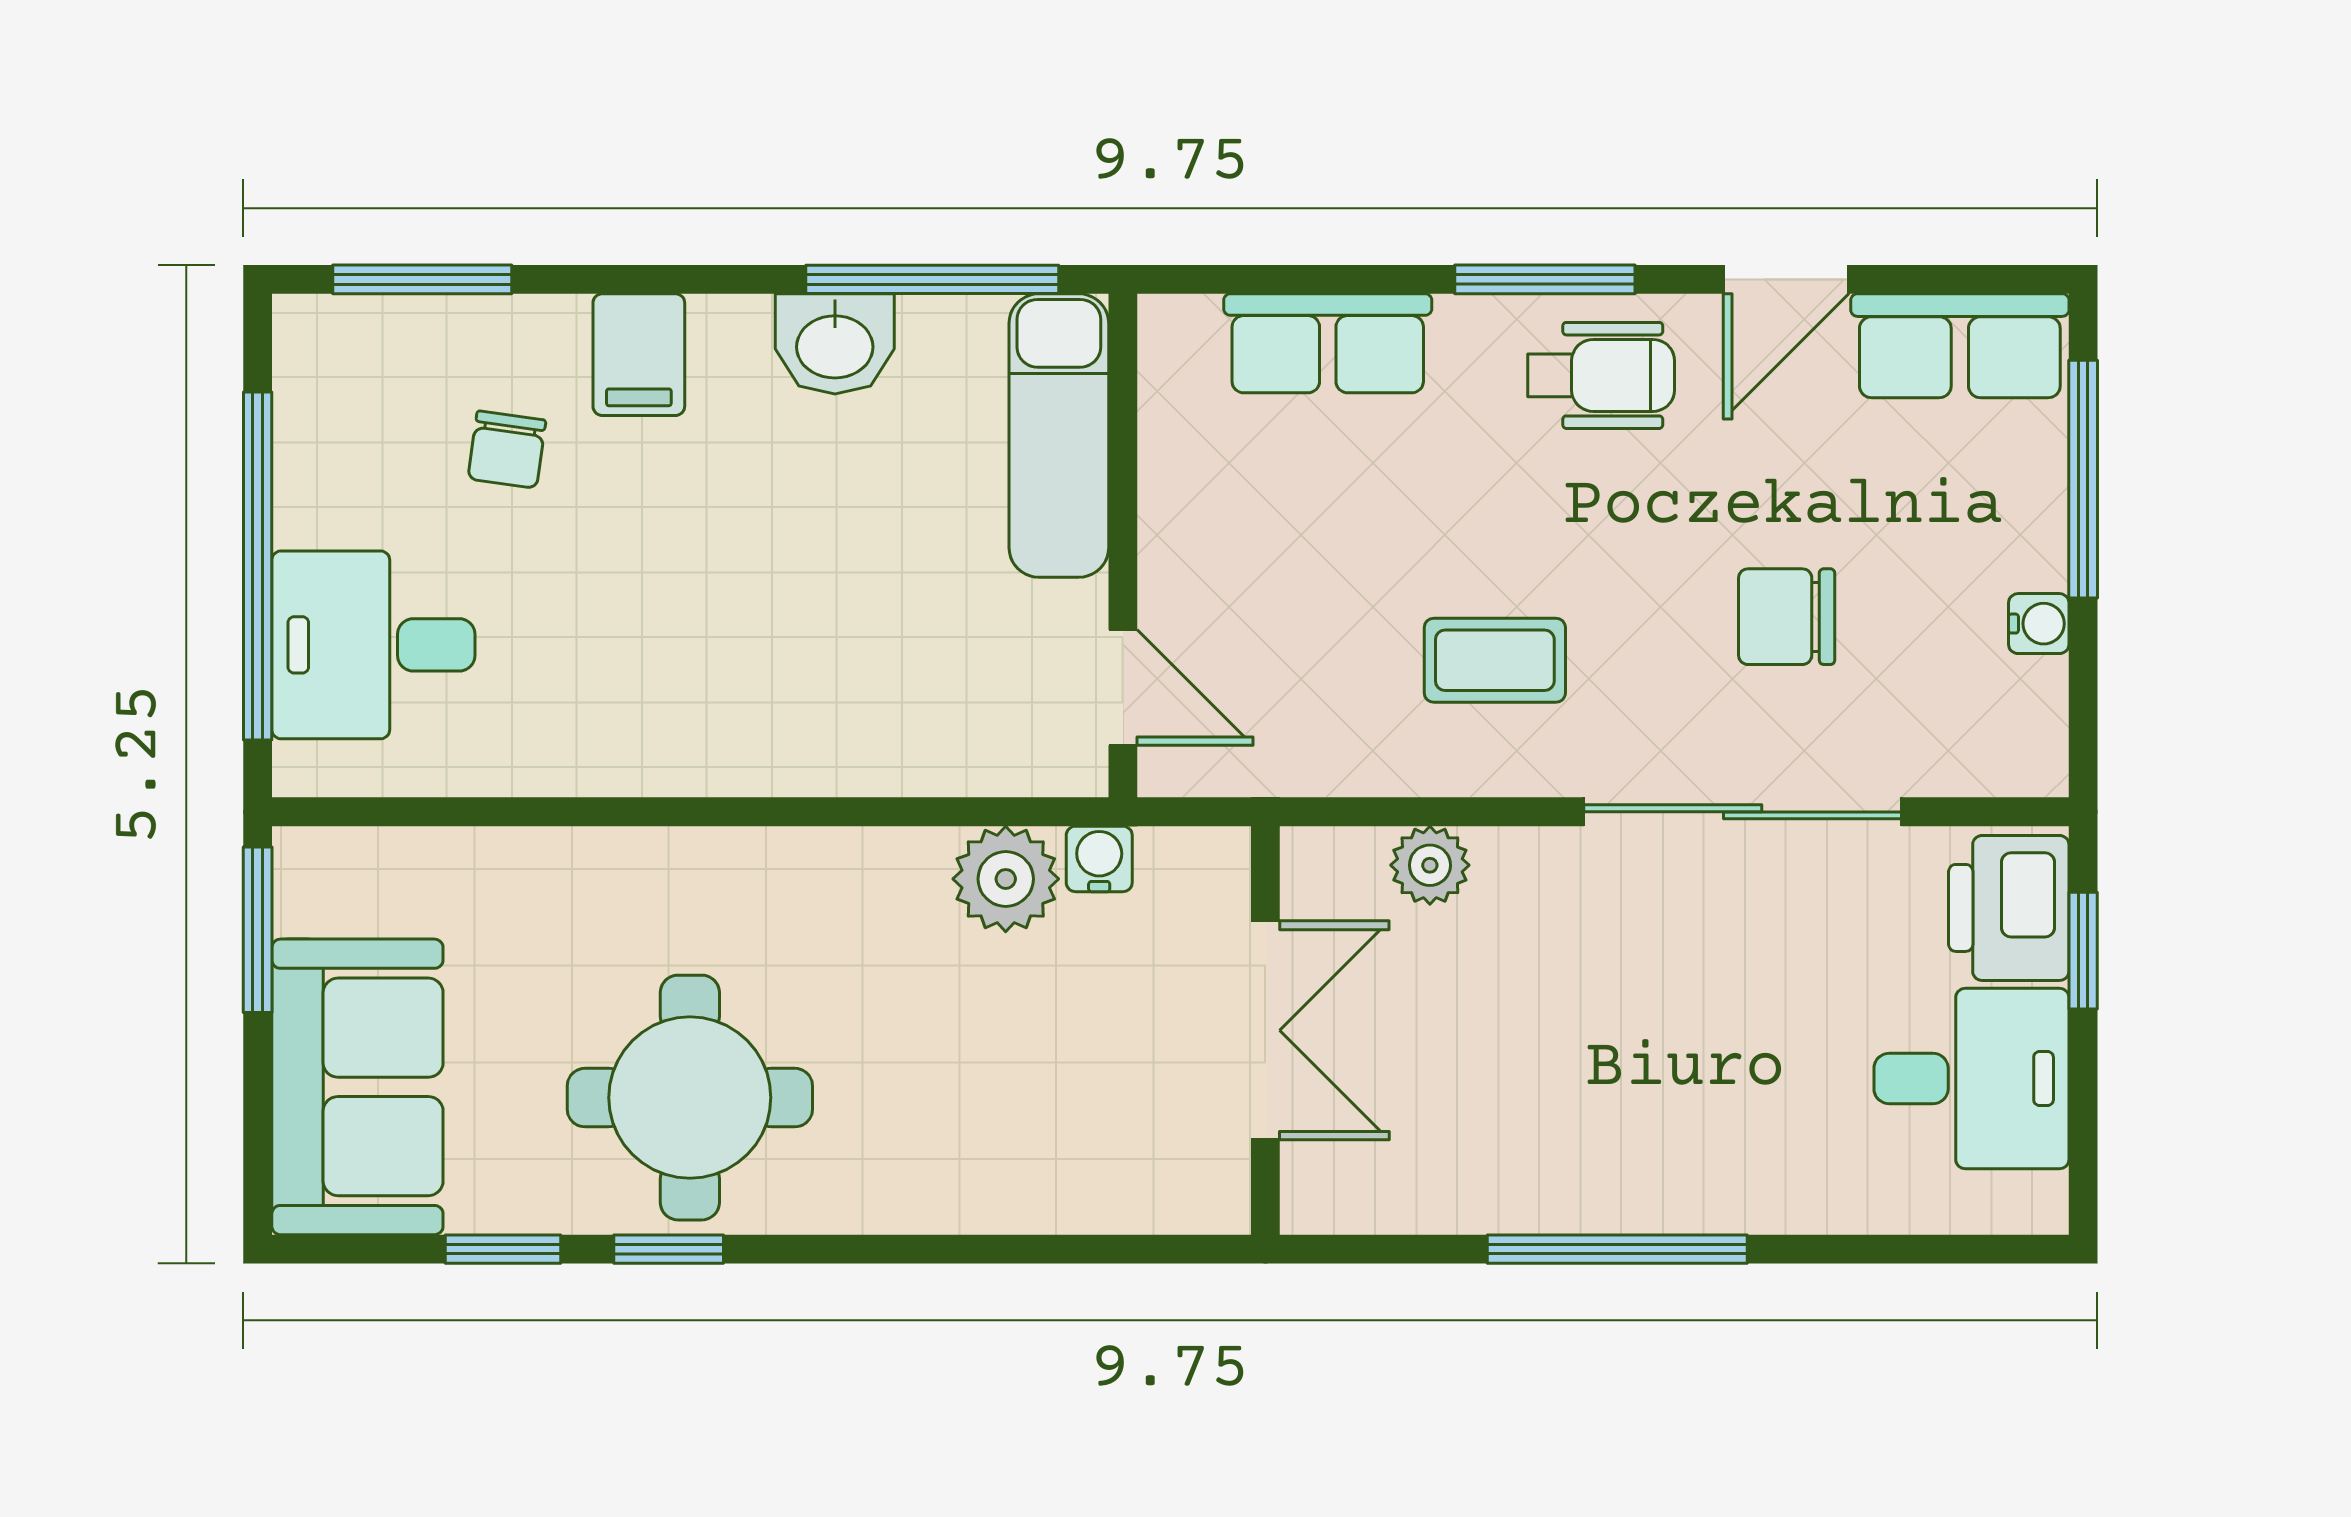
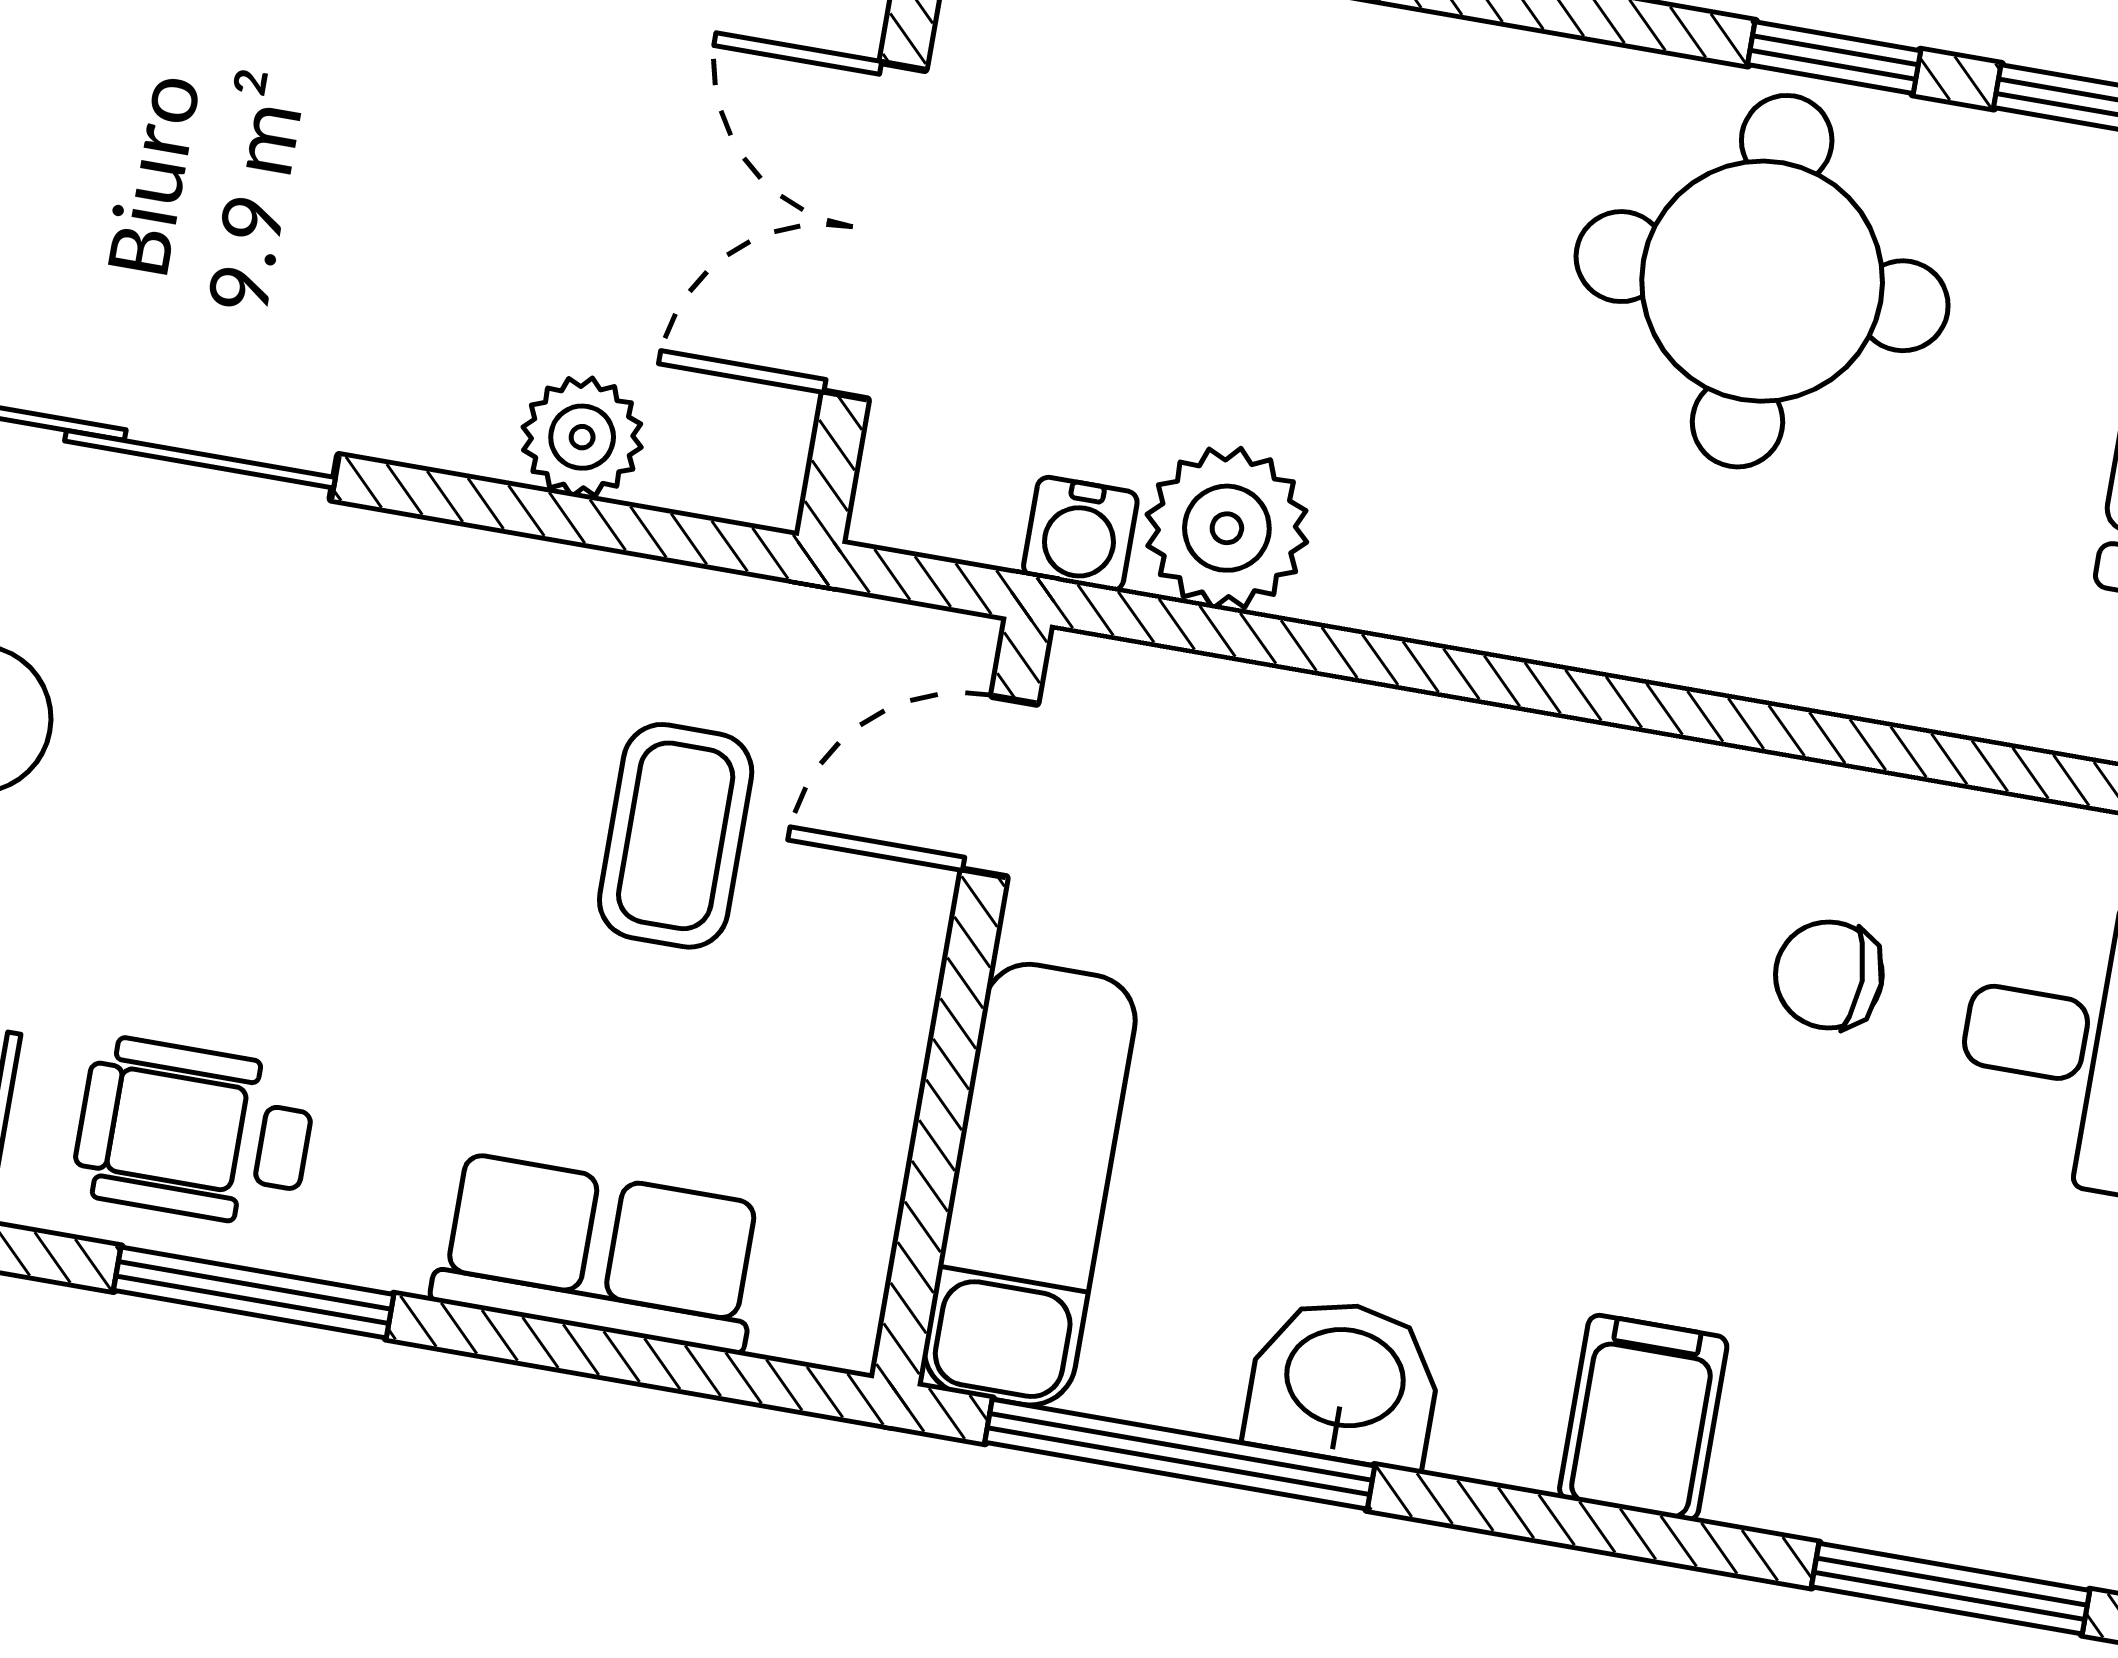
chair: (507, 450) -> (1829, 975), moved, turned -98
coffee table: (1495, 660) -> (676, 836), moved, turned 90
door: (1123, 688) -> (999, 787), hinge flipped

